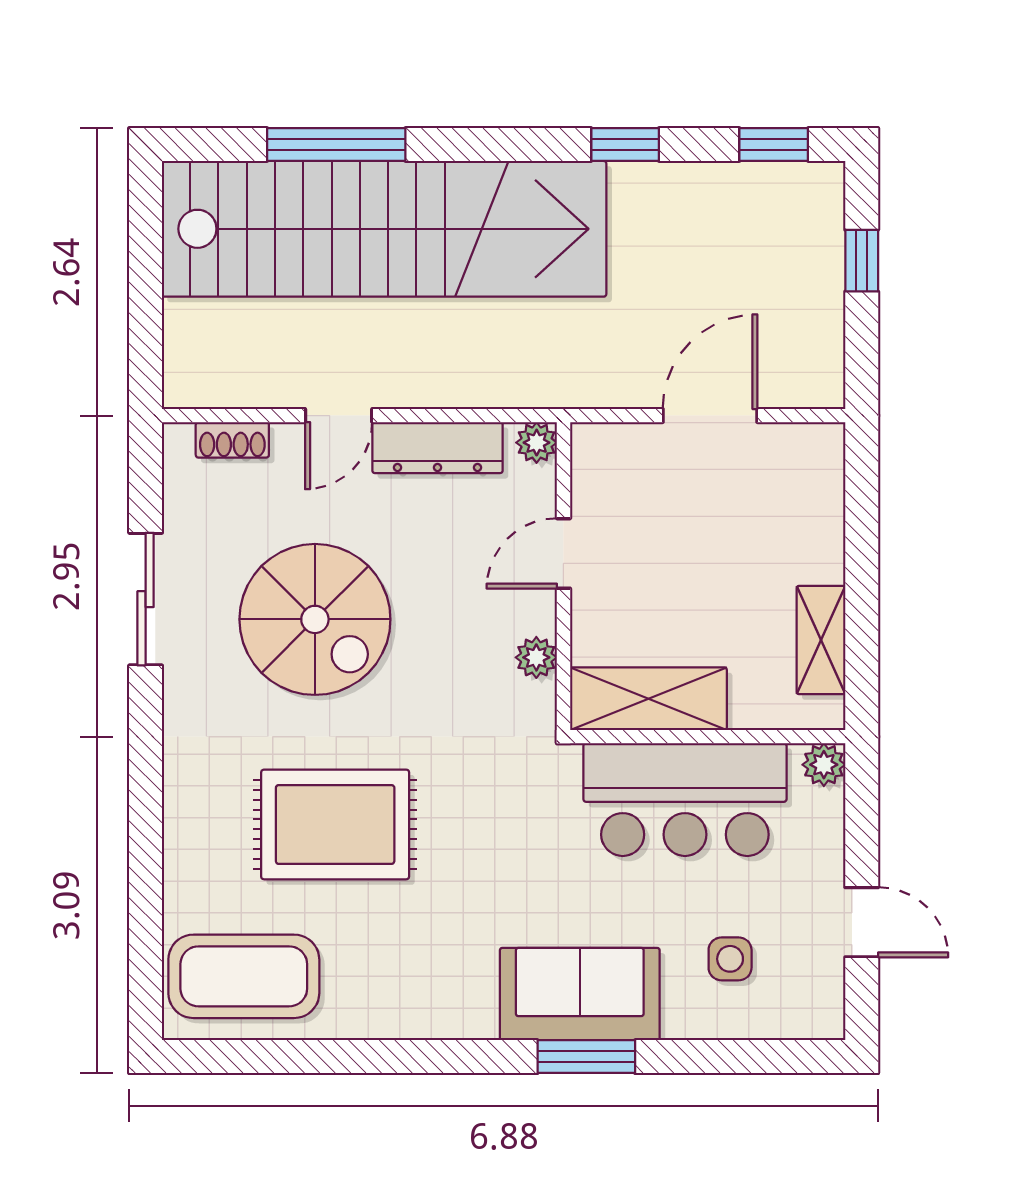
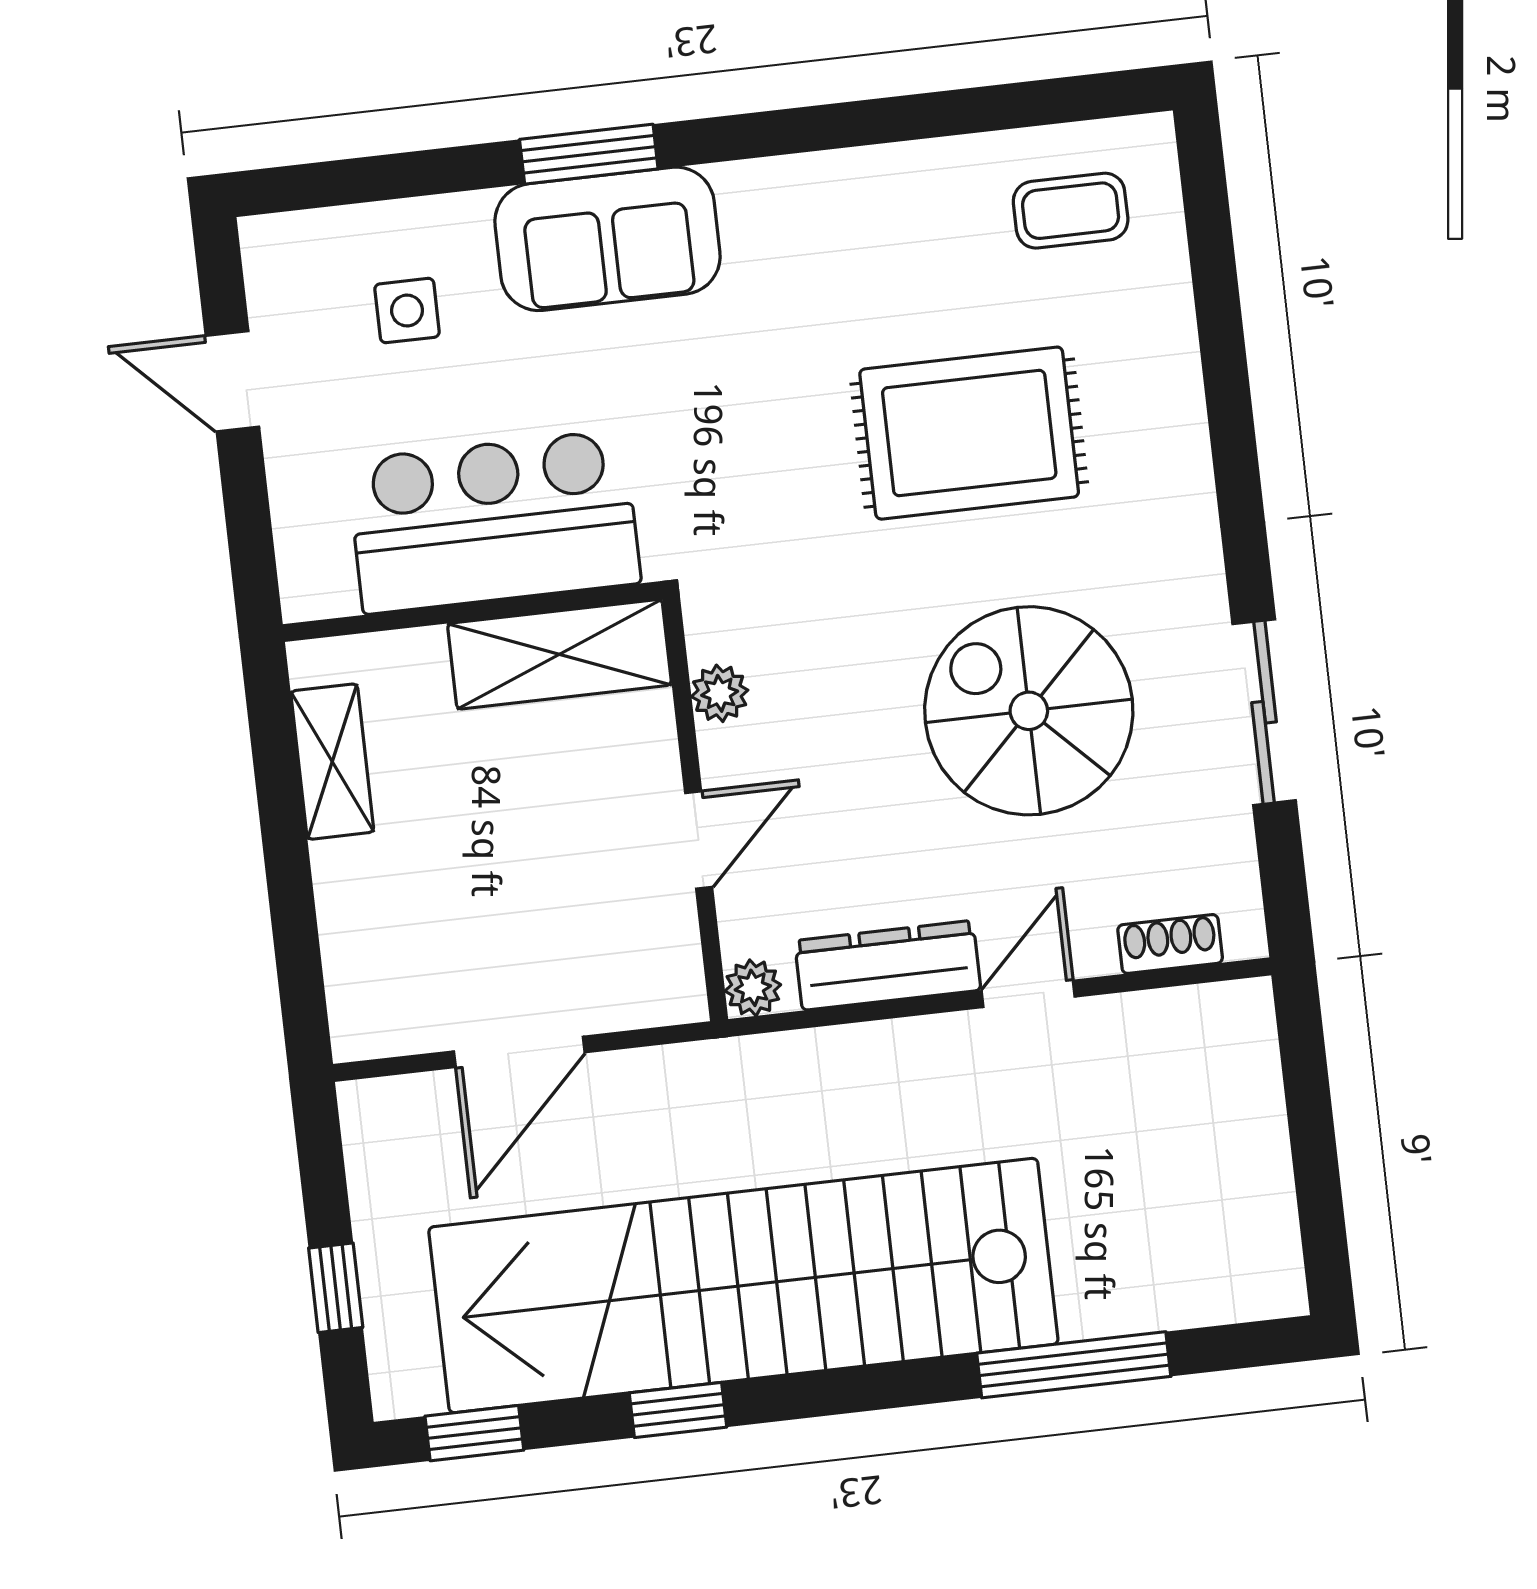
stairs: (384, 229) -> (743, 1286), moved
plant: (824, 765) -> (309, 591), removed
coffee table: (244, 976) -> (1071, 211), width x0.54, depth x0.58

